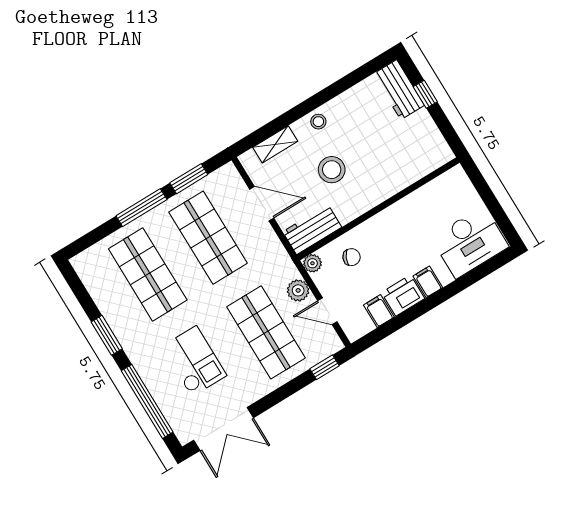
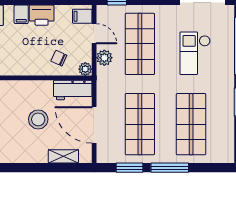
stool: (318, 122) -> (28, 154), removed
door: (262, 204) -> (94, 125), width x1.36
filing cabinet: (379, 311) -> (82, 16), moved, turned 90

